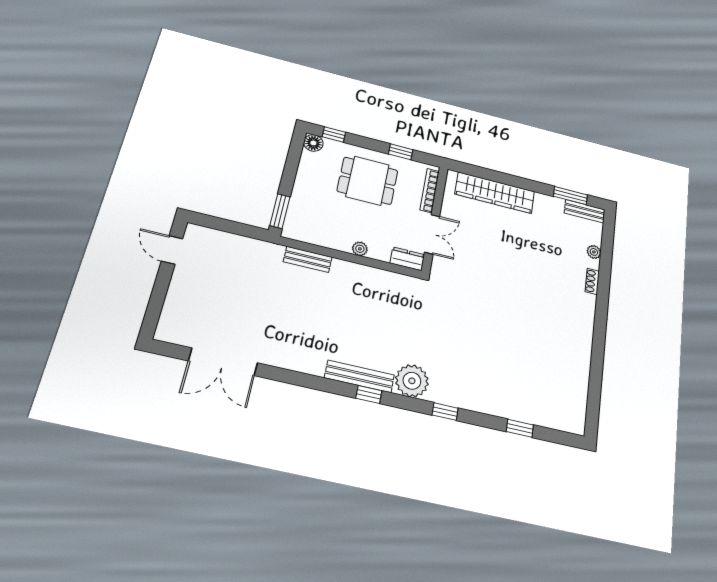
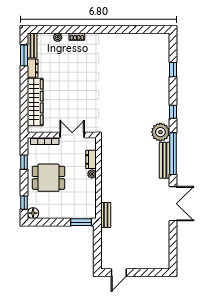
dining table: (368, 181) -> (48, 178), turned 90
dresser: (549, 203) -> (33, 68), added
bench: (308, 259) -> (106, 215), moved
dresser: (407, 259) -> (91, 159), moved
double door: (223, 362) -> (173, 204), moved
window: (369, 394) -> (173, 154), width x3.17

